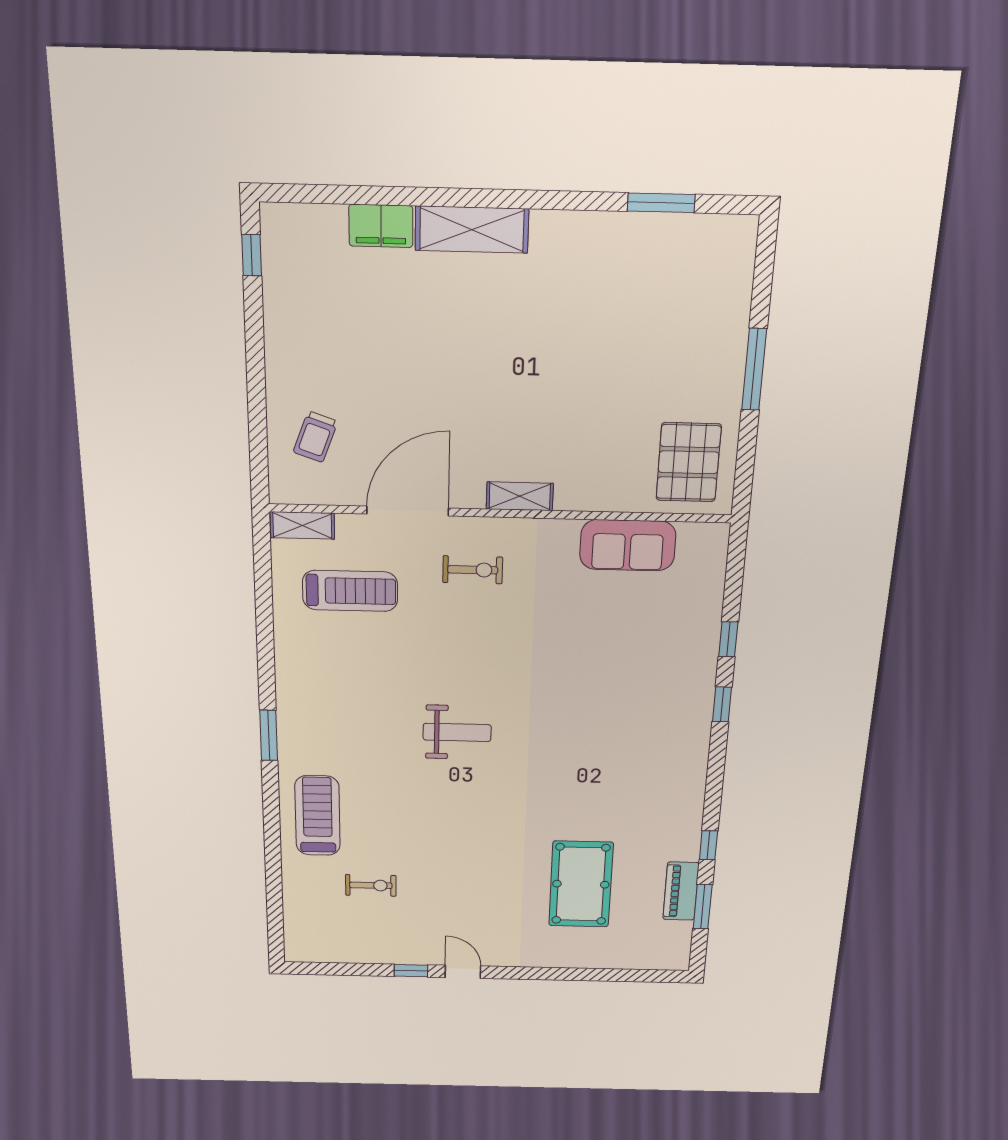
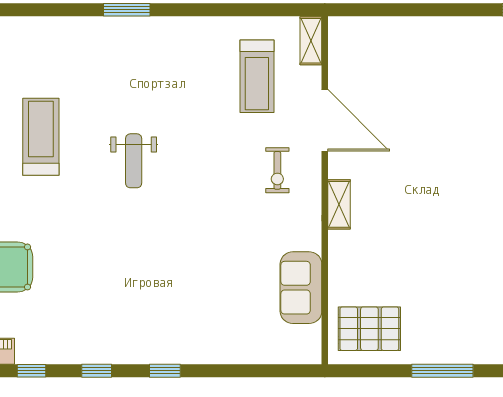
trolley: (315, 437) -> (382, 52), removed
window: (728, 639) -> (97, 371), moved
treadmill: (318, 816) -> (41, 137), moved, turned -90

